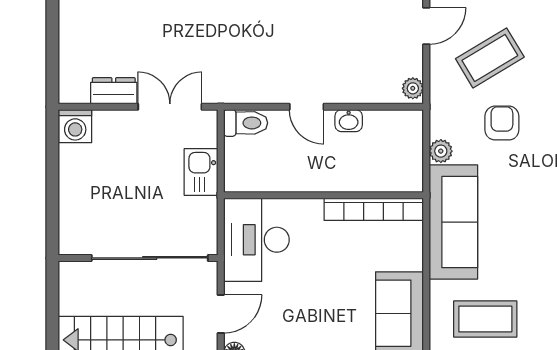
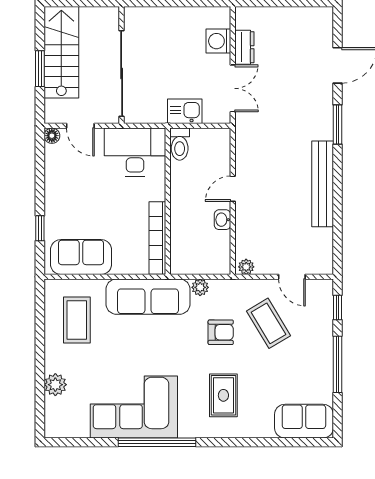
toilet: (246, 123) -> (180, 144), moved
washing machine: (75, 126) -> (218, 41), moved

